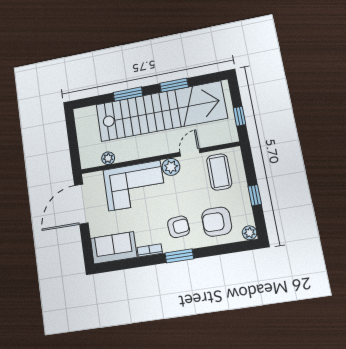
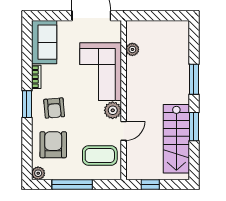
stairs: (161, 111) -> (176, 139), width x0.54, depth x0.66
door: (190, 152) -> (124, 131), hinge flipped
window: (255, 195) -> (72, 184), width x2.17

